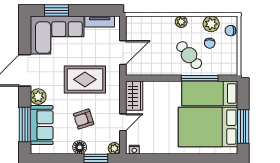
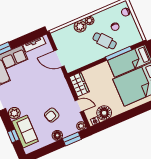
plant: (211, 24) -> (80, 26), moved
door: (123, 53) -> (59, 58), swing flipped
rug: (85, 79) -> (41, 88), removed
door: (123, 122) -> (79, 106), hinge flipped
window: (25, 125) -> (13, 136), width x0.46
floor lamp: (150, 144) -> (104, 113), added

